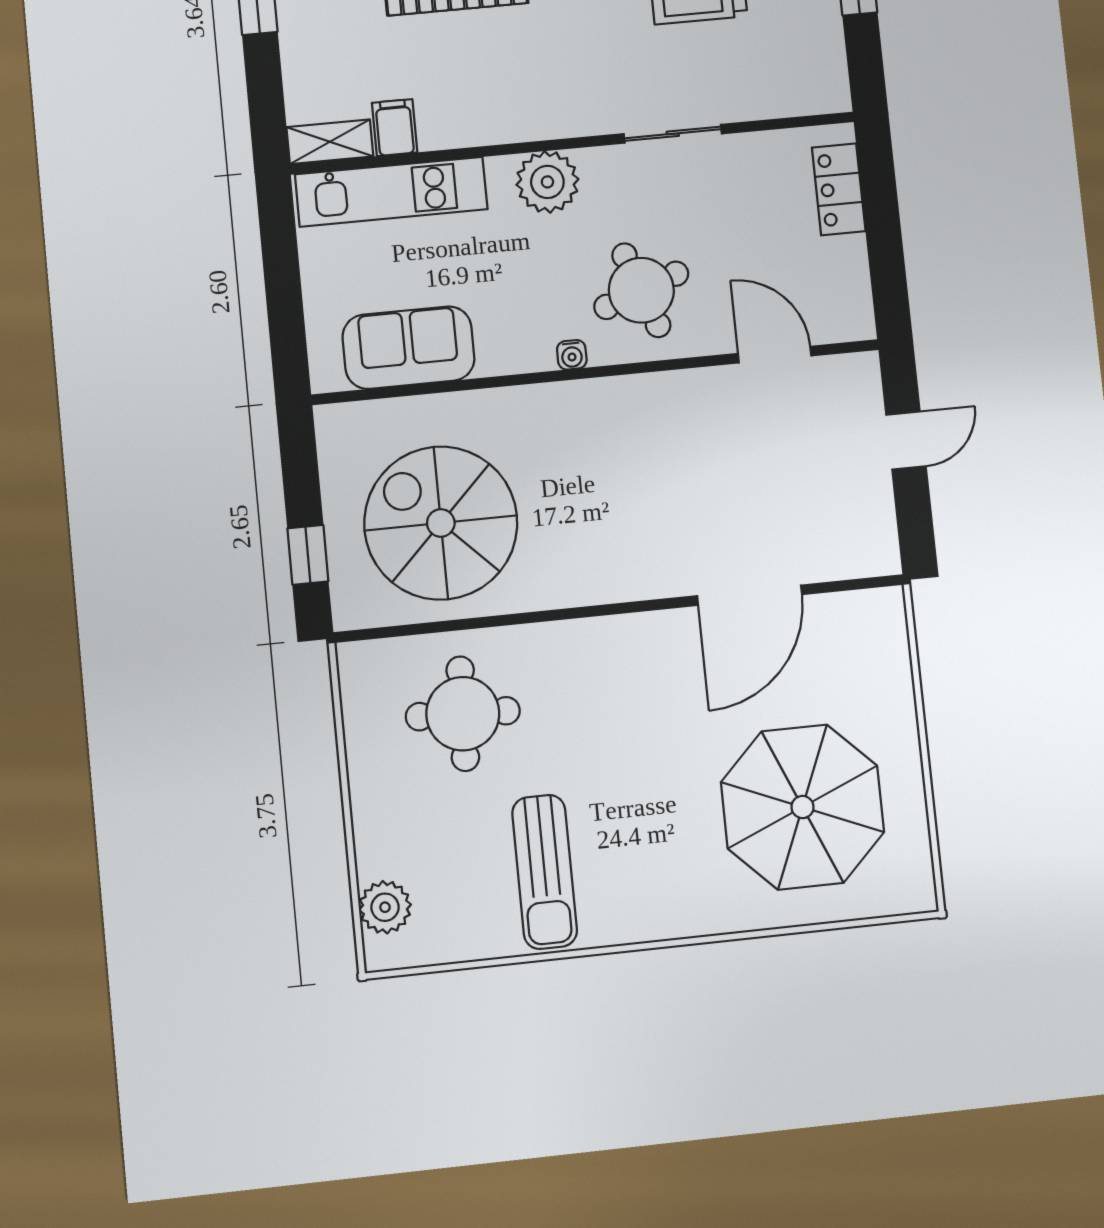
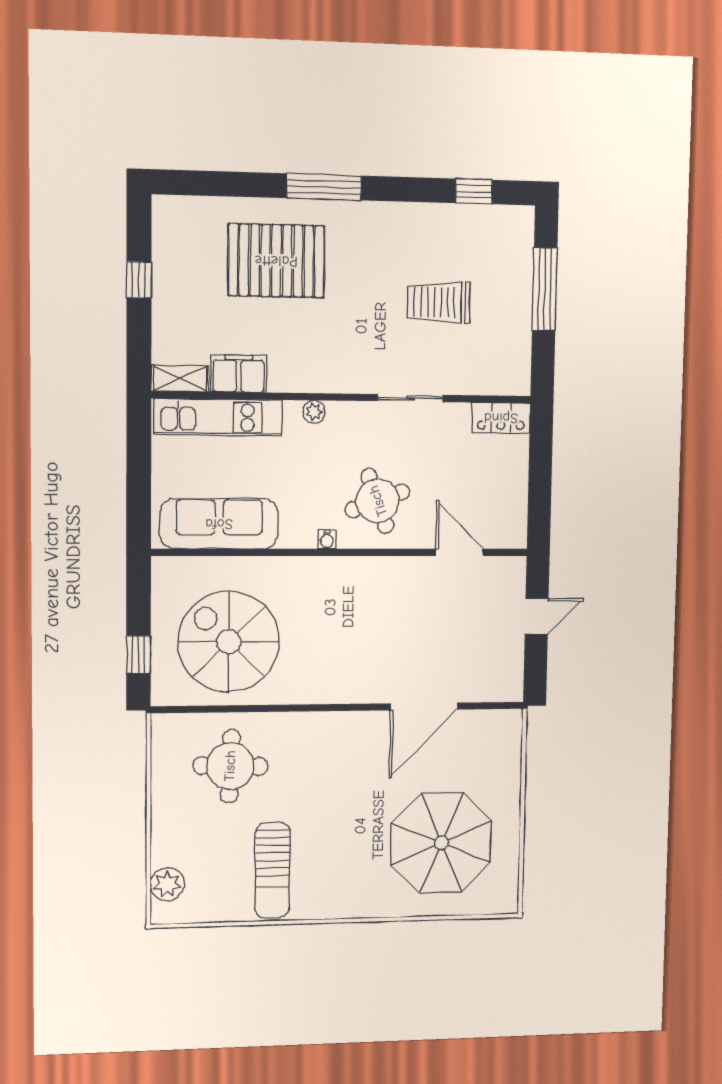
filing cabinet: (395, 128) -> (239, 374), width x2.00
plant: (547, 182) -> (314, 412), width x0.53, depth x0.53
locker: (839, 189) -> (501, 418), moved, turned -90
sofa: (409, 348) -> (219, 524), width x1.36

